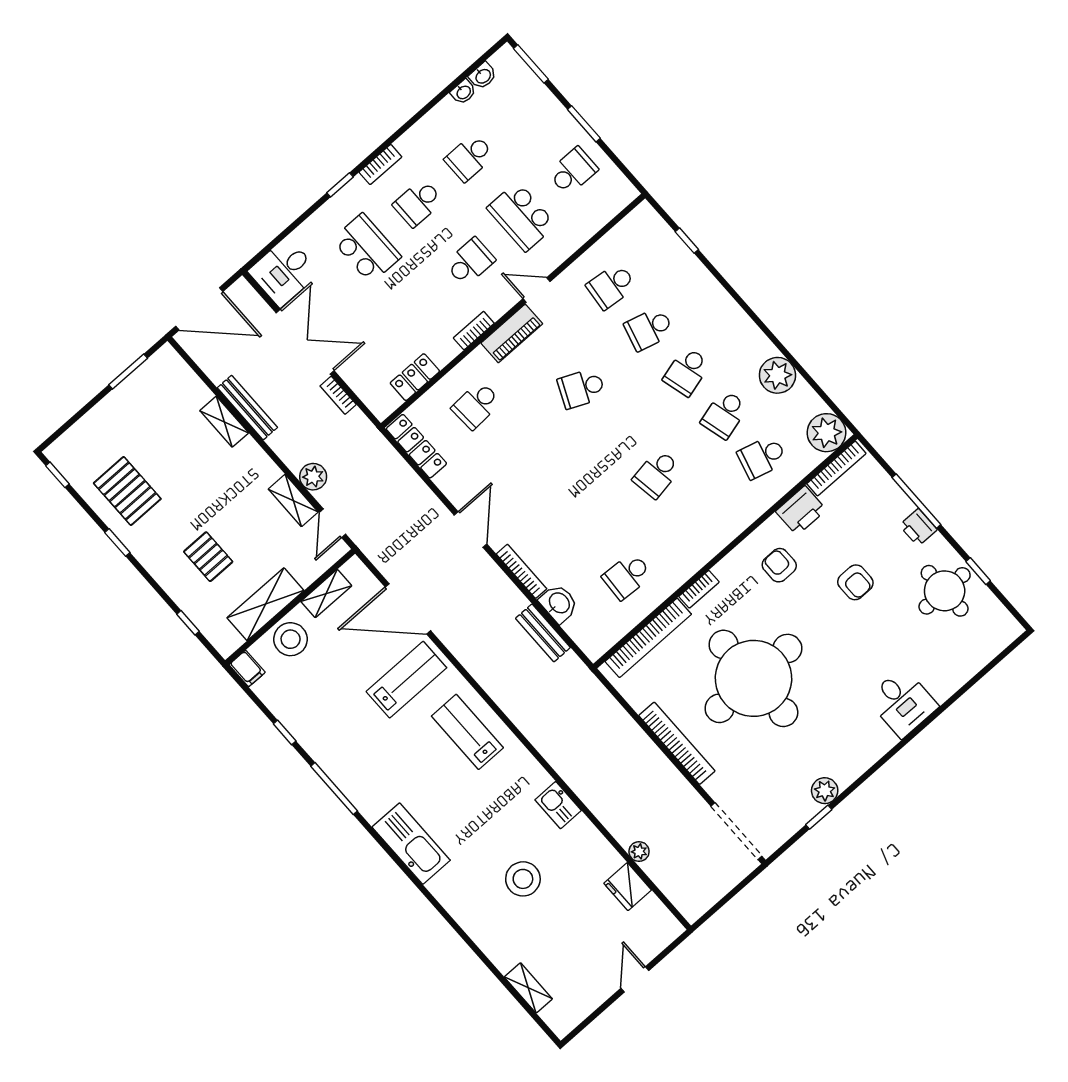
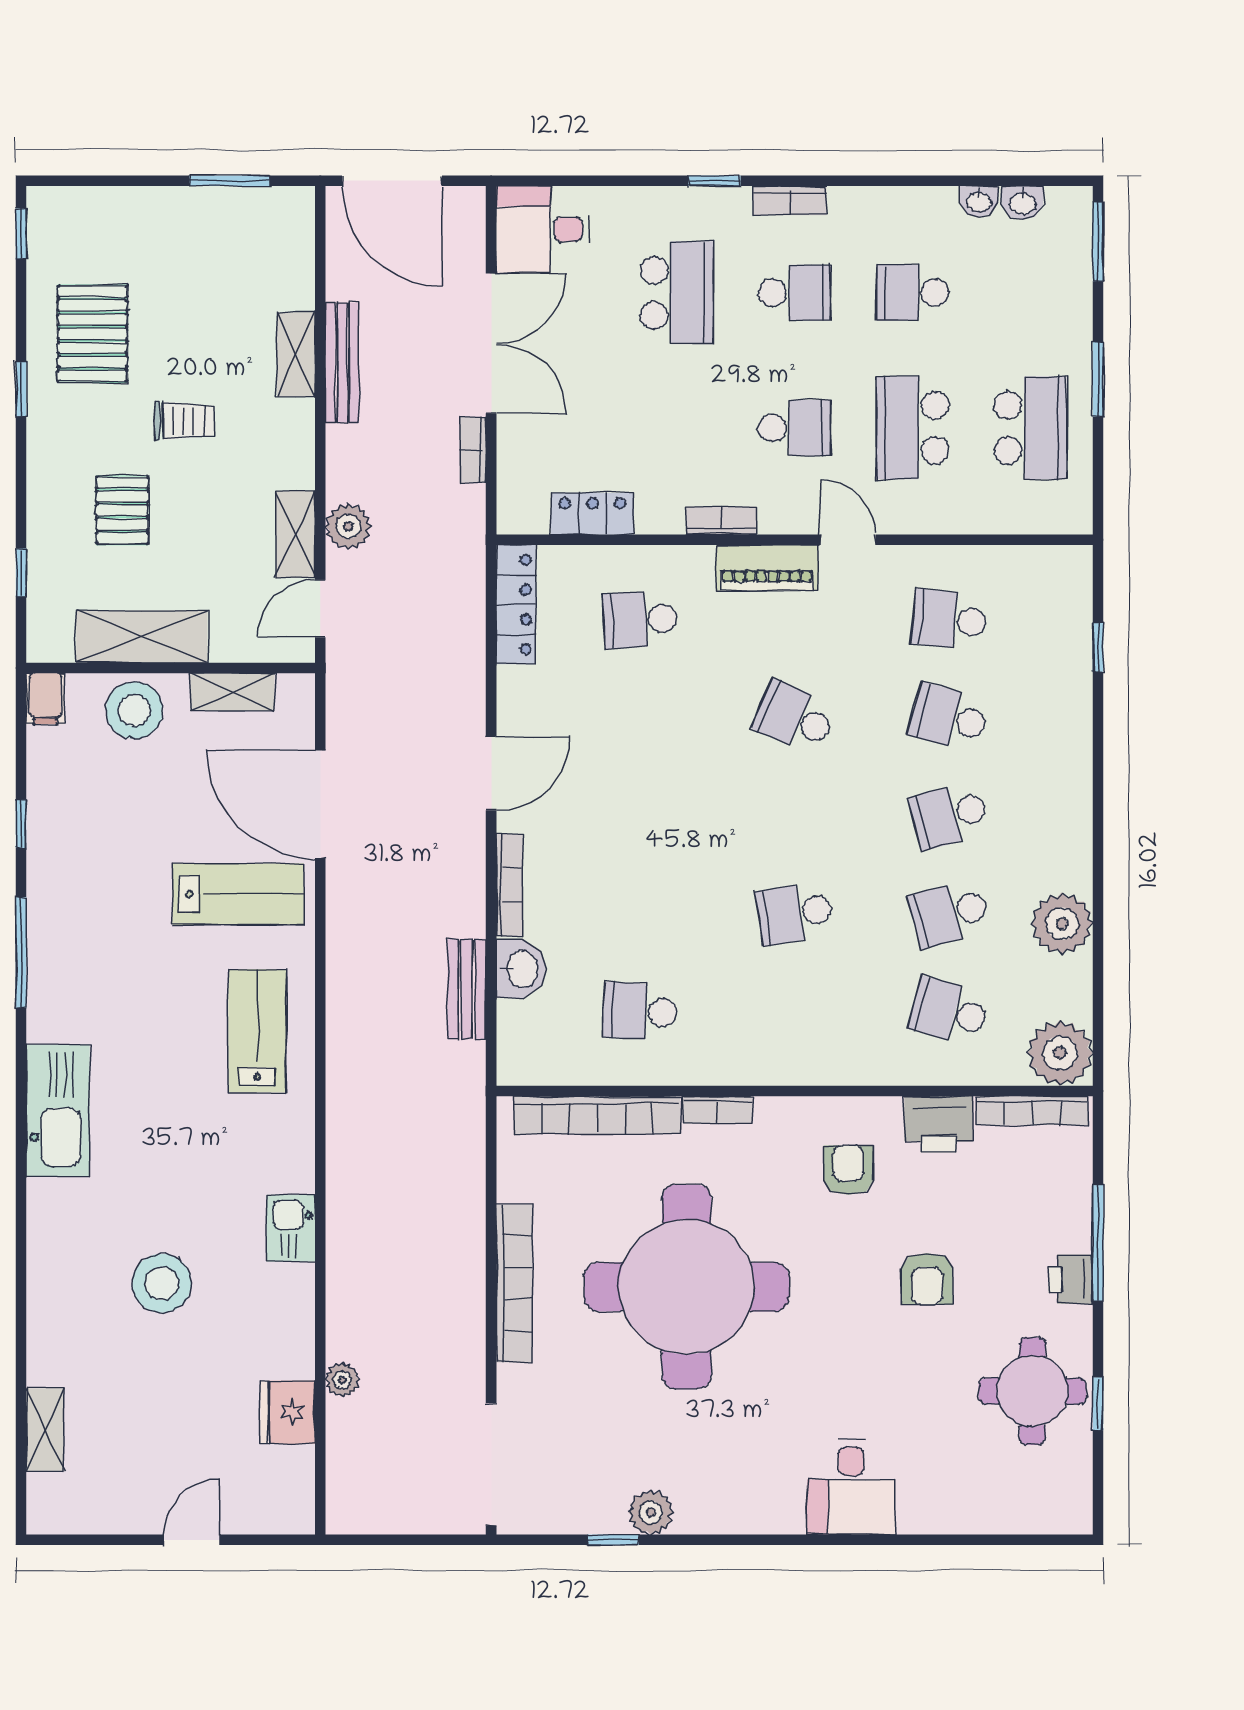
school desk: (573, 171) -> (1030, 428), width x1.85
school desk: (418, 203) -> (795, 293), turned 180
trolley: (201, 494) -> (184, 421), added

